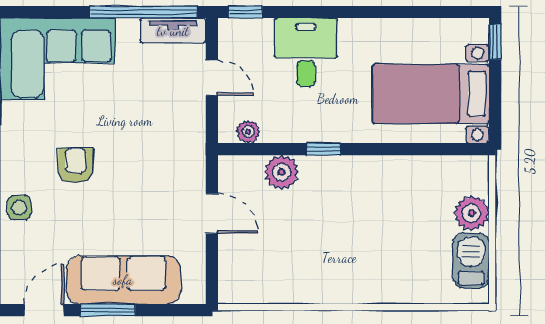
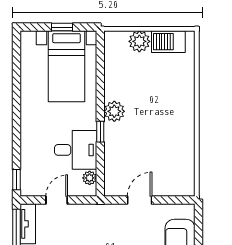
window: (495, 42) -> (62, 27), moved
desk: (306, 52) -> (76, 150), moved, turned 180
plant: (281, 172) -> (114, 111), moved

